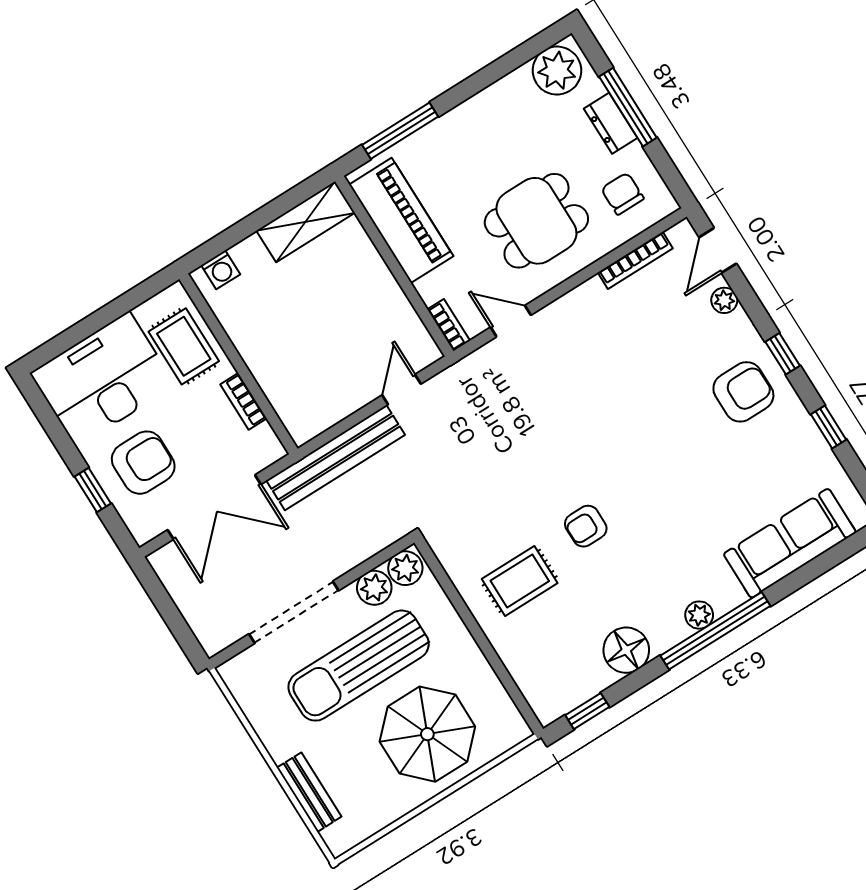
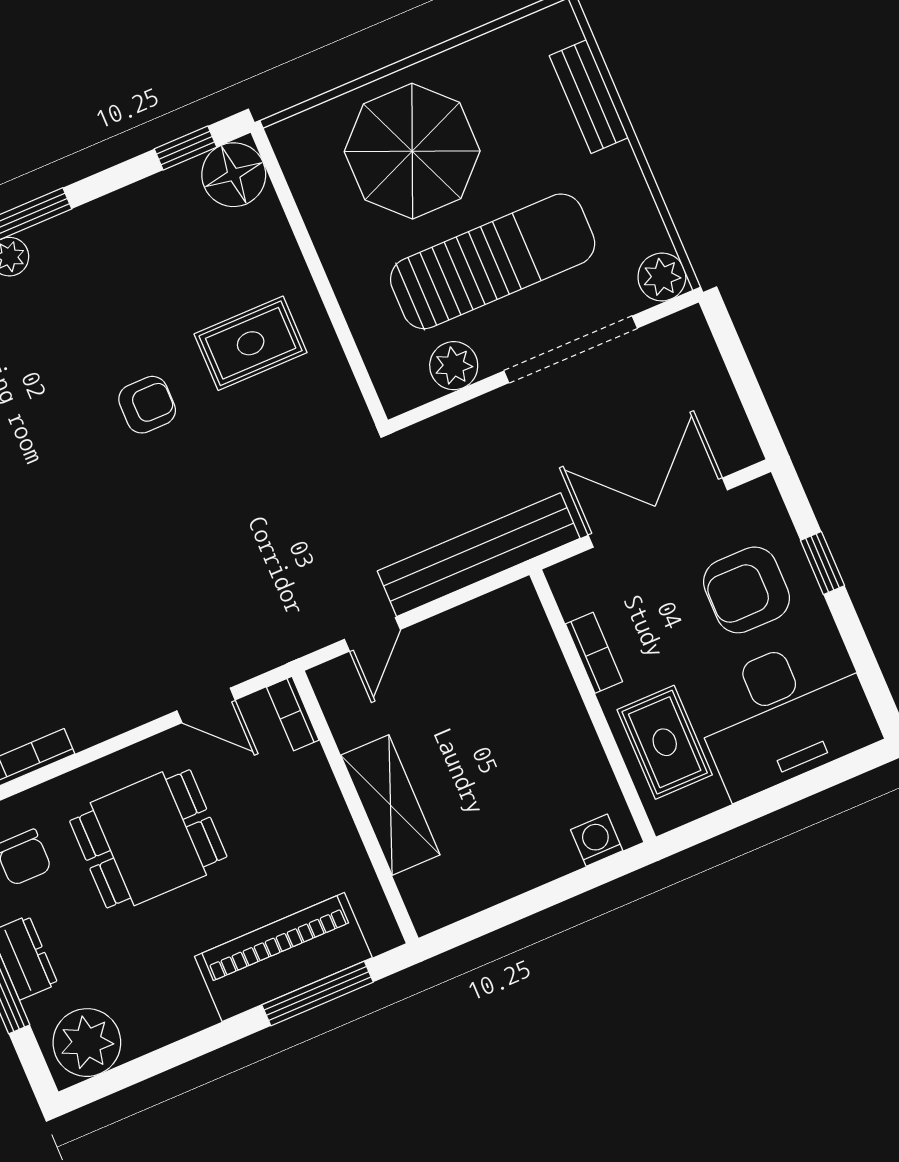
piano: (401, 220) -> (283, 957), moved, turned 90
shelving: (306, 222) -> (390, 805), moved, turned 90
plant: (405, 568) -> (662, 277), moved
floor lamp: (626, 650) -> (234, 175), moved

